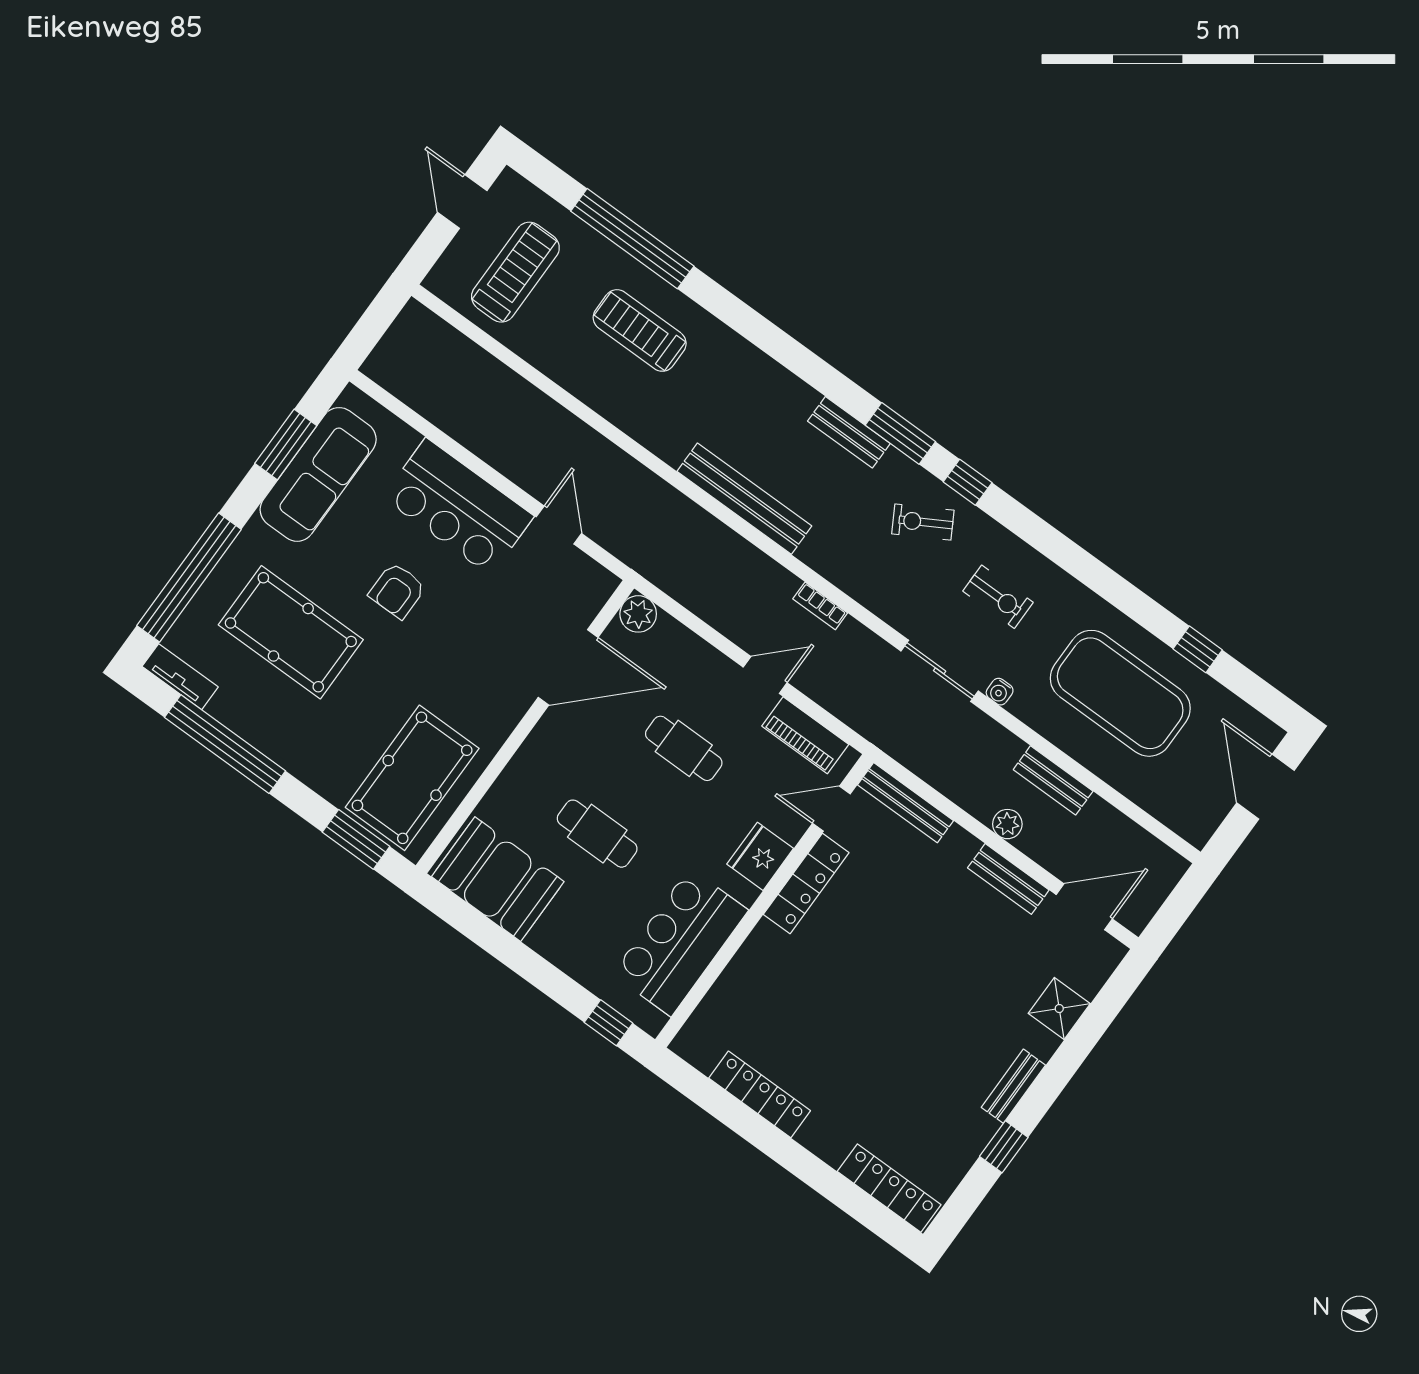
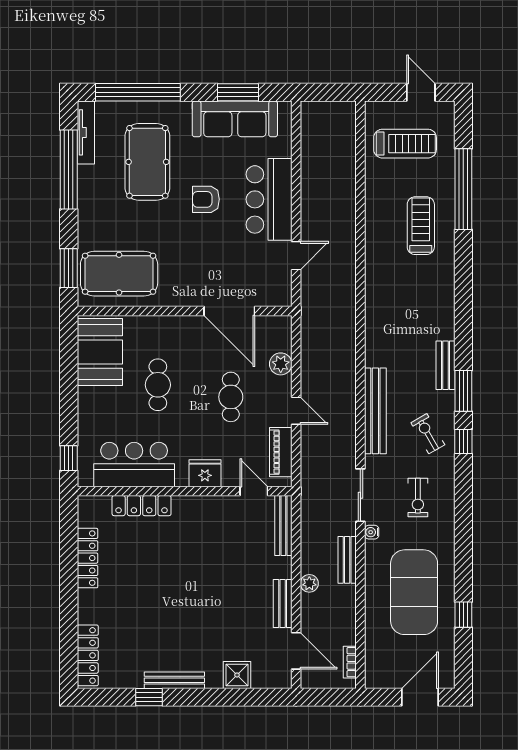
door: (462, 201) -> (421, 92), hinge flipped
bench: (744, 499) -> (375, 411), moved
bookcase: (820, 606) -> (350, 662), moved
plant: (638, 614) -> (281, 364), moved
tv unit: (180, 677) -> (86, 132), width x1.41
bench: (1053, 780) -> (347, 560), moved
locker: (806, 884) -> (142, 506), moved
bench: (1013, 1086) -> (174, 680), width x1.36

